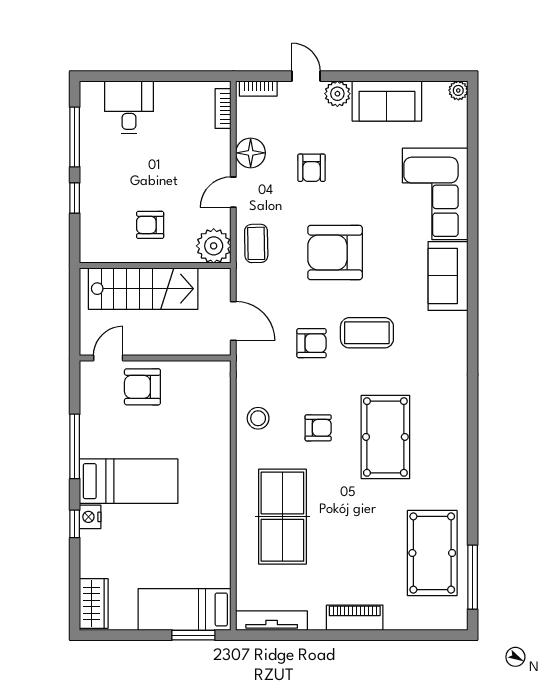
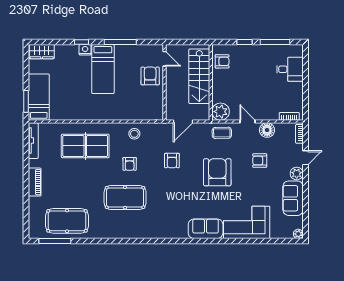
armchair: (150, 225) -> (222, 61), moved, turned 90
coffee table: (367, 333) -> (177, 188), removed

